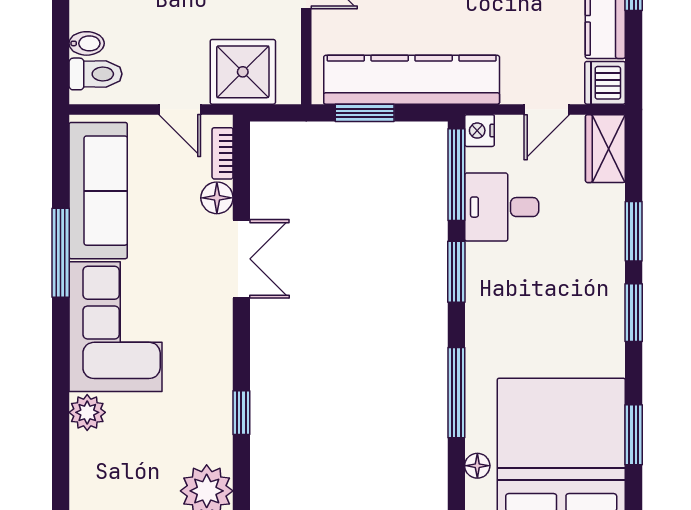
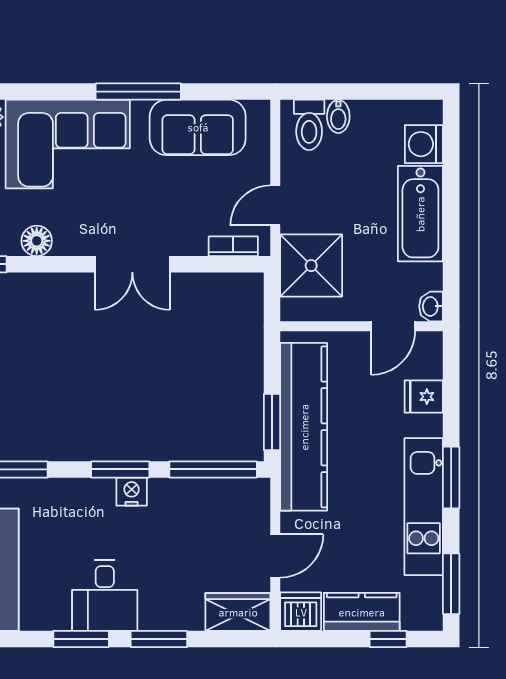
door: (547, 109) -> (275, 556), swing flipped
window: (365, 113) -> (272, 422), moved
nightstand: (480, 131) -> (132, 492), moved
sofa: (98, 191) -> (198, 127), width x0.73
floor lamp: (217, 198) -> (37, 241), moved
desk: (502, 207) -> (105, 596), moved, turned 180

